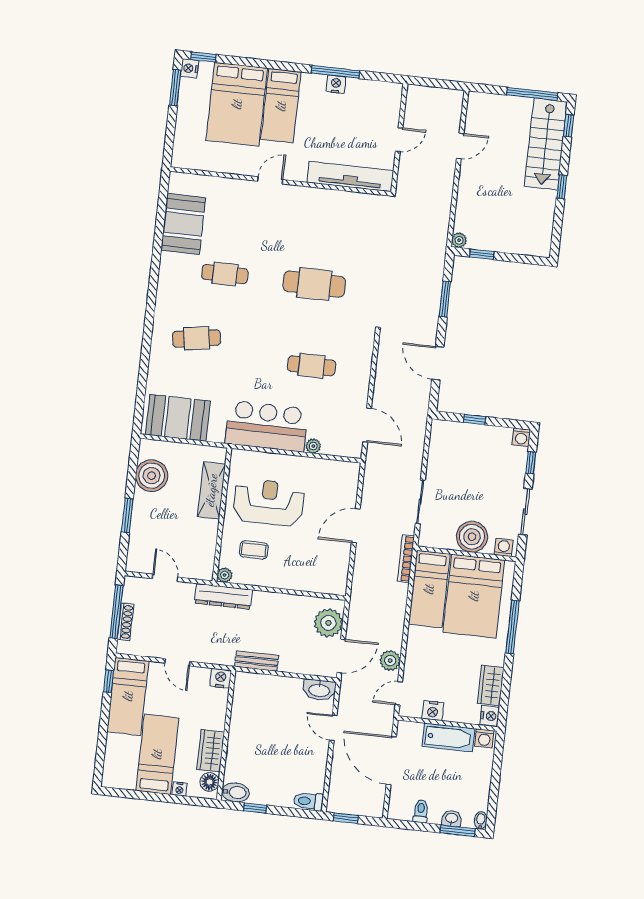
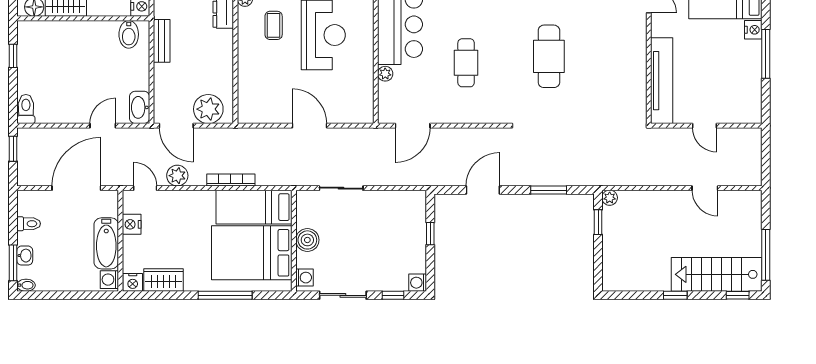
nightstand: (336, 84) -> (753, 30), moved
boiler: (472, 537) -> (307, 240), width x0.73, depth x0.73
bookcase: (406, 559) -> (231, 180), moved
bidet: (235, 792) -> (129, 34), moved

